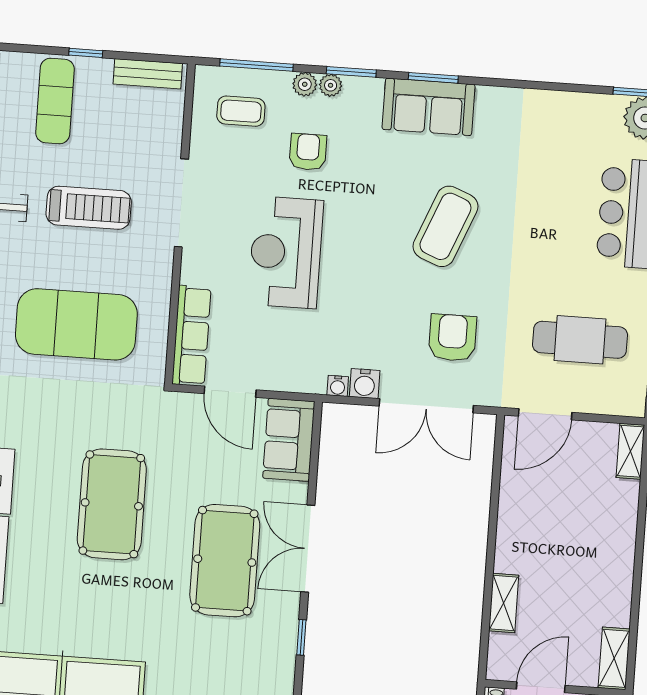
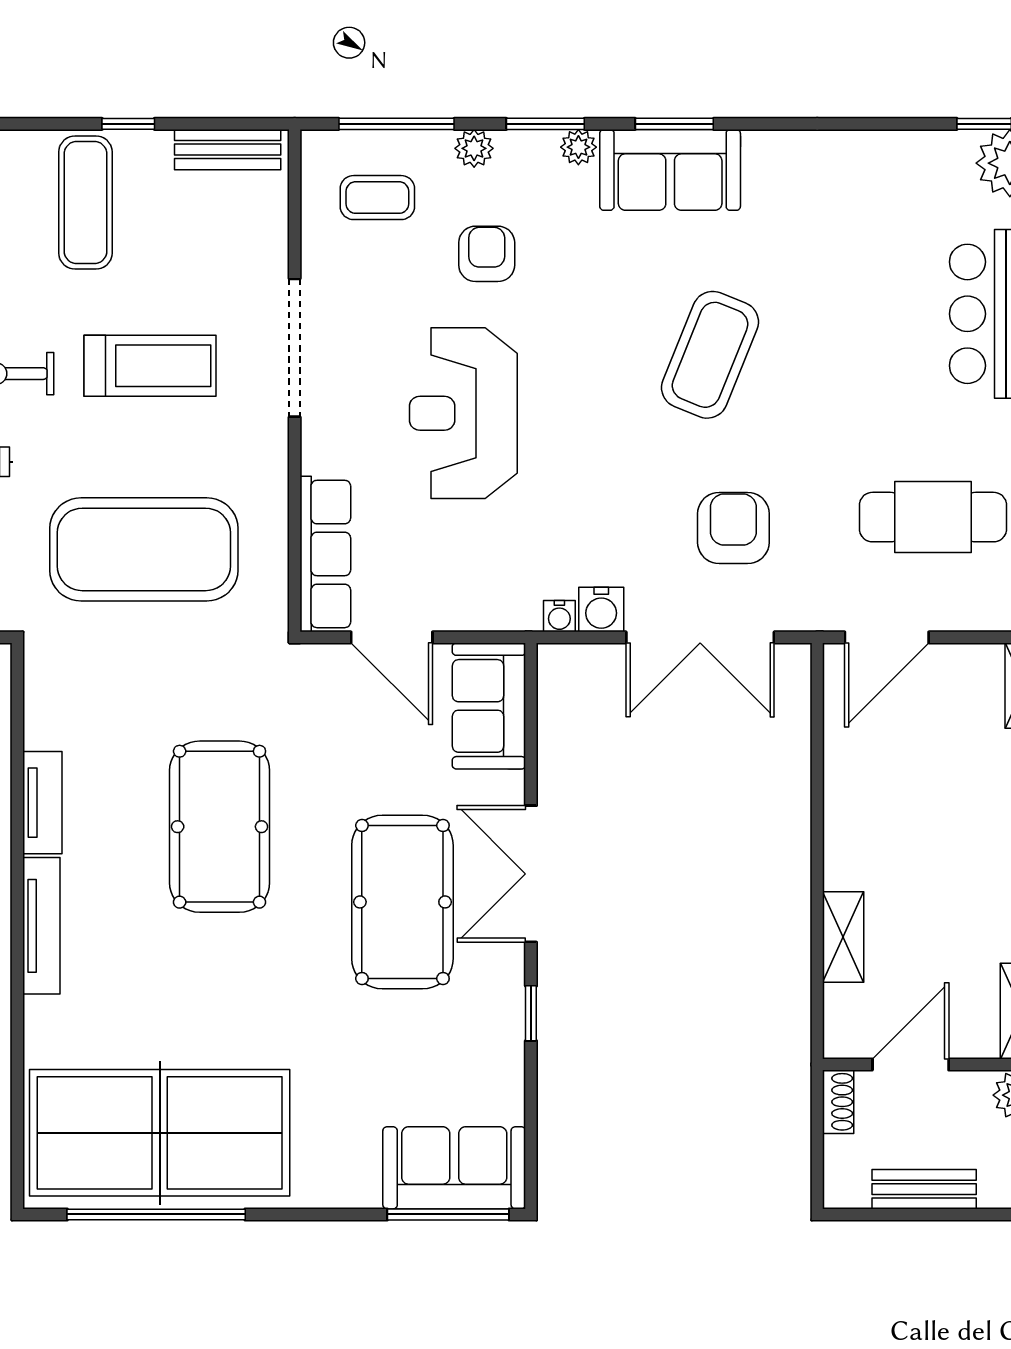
plant: (331, 85) -> (578, 147), moved

